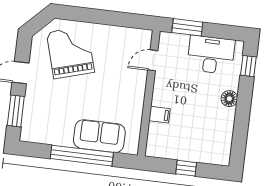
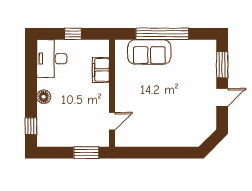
grand piano: (70, 52) -> (182, 120), removed
desk: (211, 55) -> (52, 59), moved, turned 90
filing cabinet: (160, 115) -> (101, 70), width x2.00

